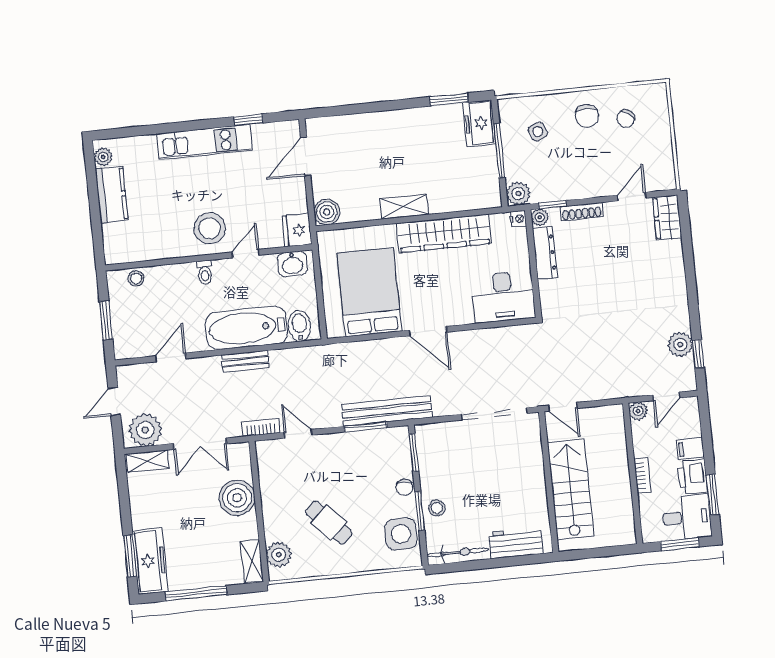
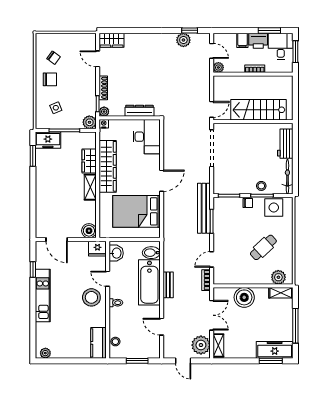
kitchen counter: (111, 195) -> (99, 343), moved, turned -90
wardrobe: (450, 200) -> (89, 161), added
dresser: (545, 253) -> (139, 111), moved

